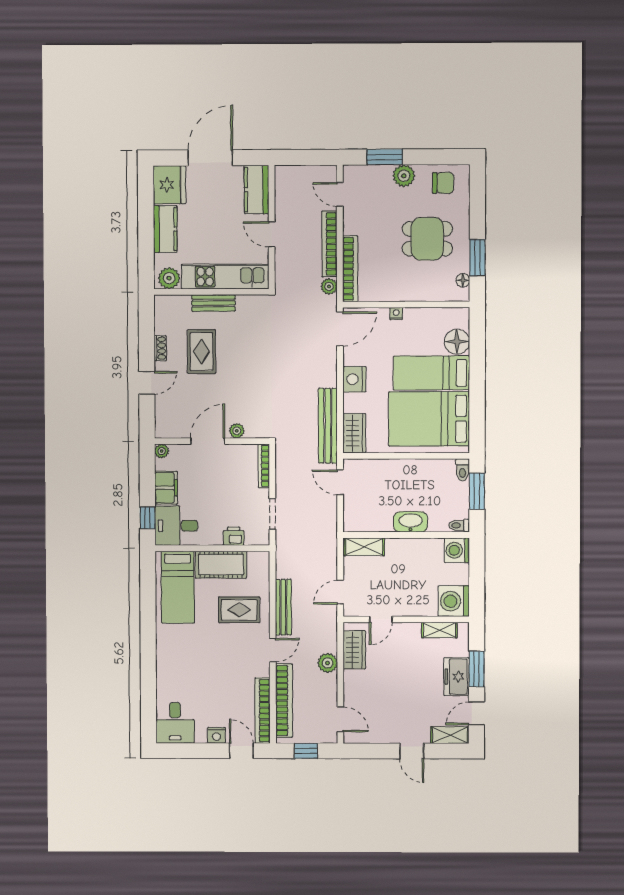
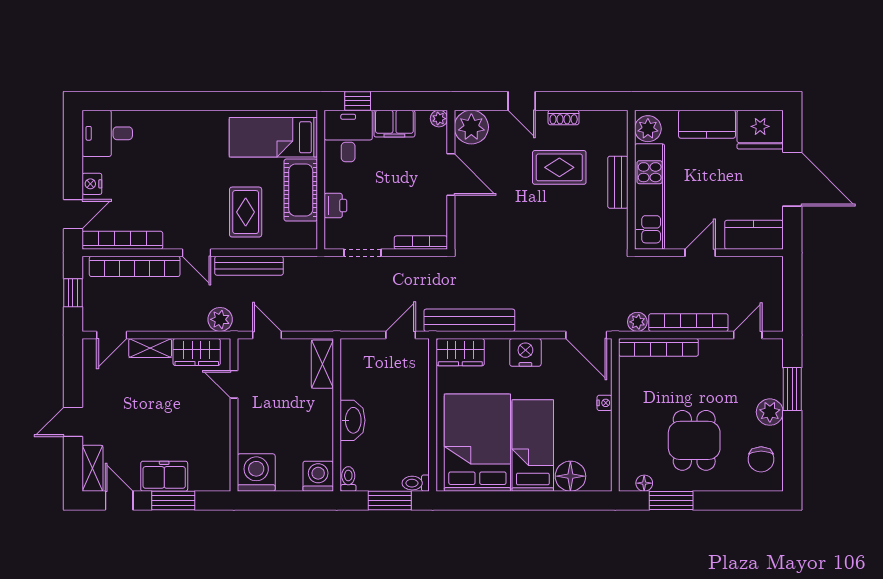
plant: (237, 431) -> (471, 127), moved, width x1.88, depth x1.88
shelving: (439, 630) -> (150, 348), moved, turned 90
plant: (328, 663) -> (220, 319), moved

